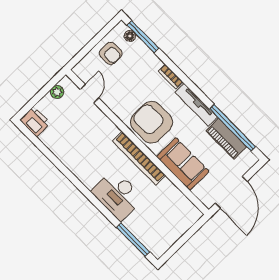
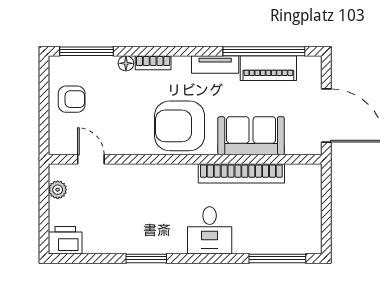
floor lamp: (130, 36) -> (126, 63), moved
tv unit: (196, 105) -> (215, 65), width x0.71
bookcase: (139, 158) -> (241, 173), moved
window: (67, 172) -> (146, 258), added
desk: (117, 195) -> (210, 230), width x0.73

